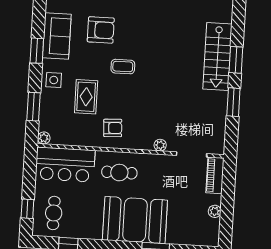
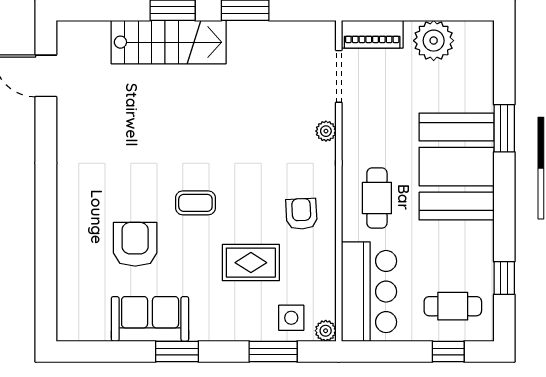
coffee table: (123, 67) -> (195, 203), turned 90
side table: (54, 80) -> (291, 318), moved
plant: (215, 211) -> (434, 41), width x1.87, depth x1.87

